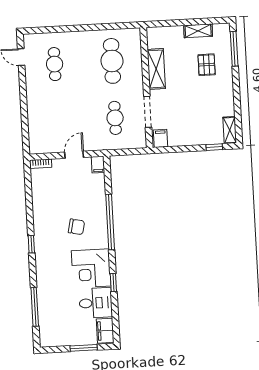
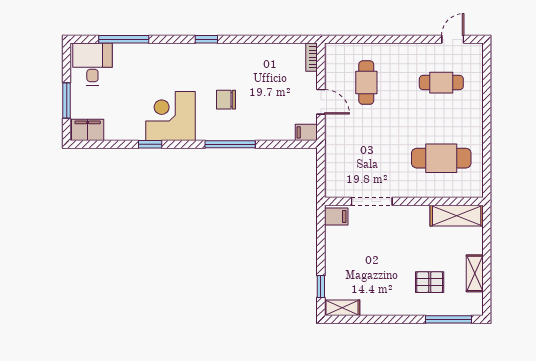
shelving: (156, 69) -> (457, 216), moved
cafe table: (115, 118) -> (366, 83), moved, turned 90
window: (110, 222) -> (230, 144), width x0.68
chair: (76, 227) -> (226, 100), turned 78
desk: (96, 303) -> (92, 64), moved, turned 180

